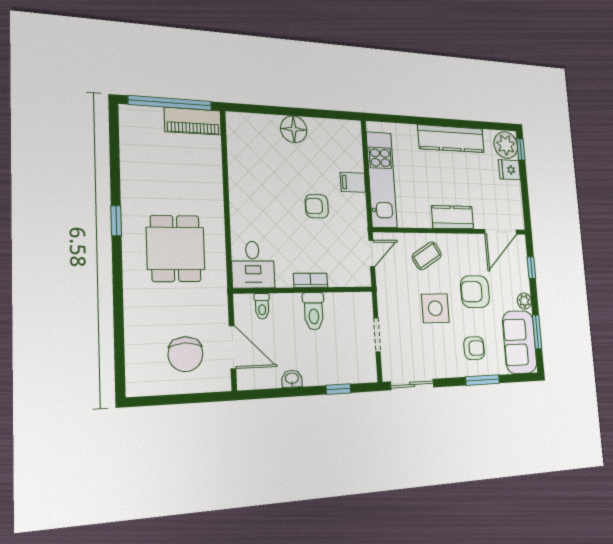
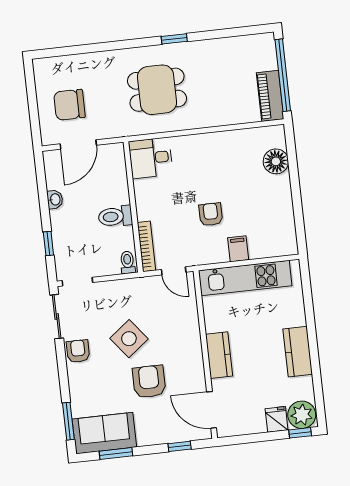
floor lamp: (294, 129) -> (276, 161), moved
kitchen counter: (451, 139) -> (298, 352), width x0.67
coffee table: (427, 256) -> (178, 328), removed
bookcase: (311, 280) -> (146, 246), moved, width x1.56
plant: (524, 301) -> (145, 438), removed
toilet: (262, 306) -> (128, 262), moved, turned 90
side table: (435, 308) -> (129, 339), turned -38
doorway: (377, 335) -> (77, 282), moved
armchair: (474, 348) -> (78, 351), moved, turned 180
window: (483, 380) -> (68, 421), moved

